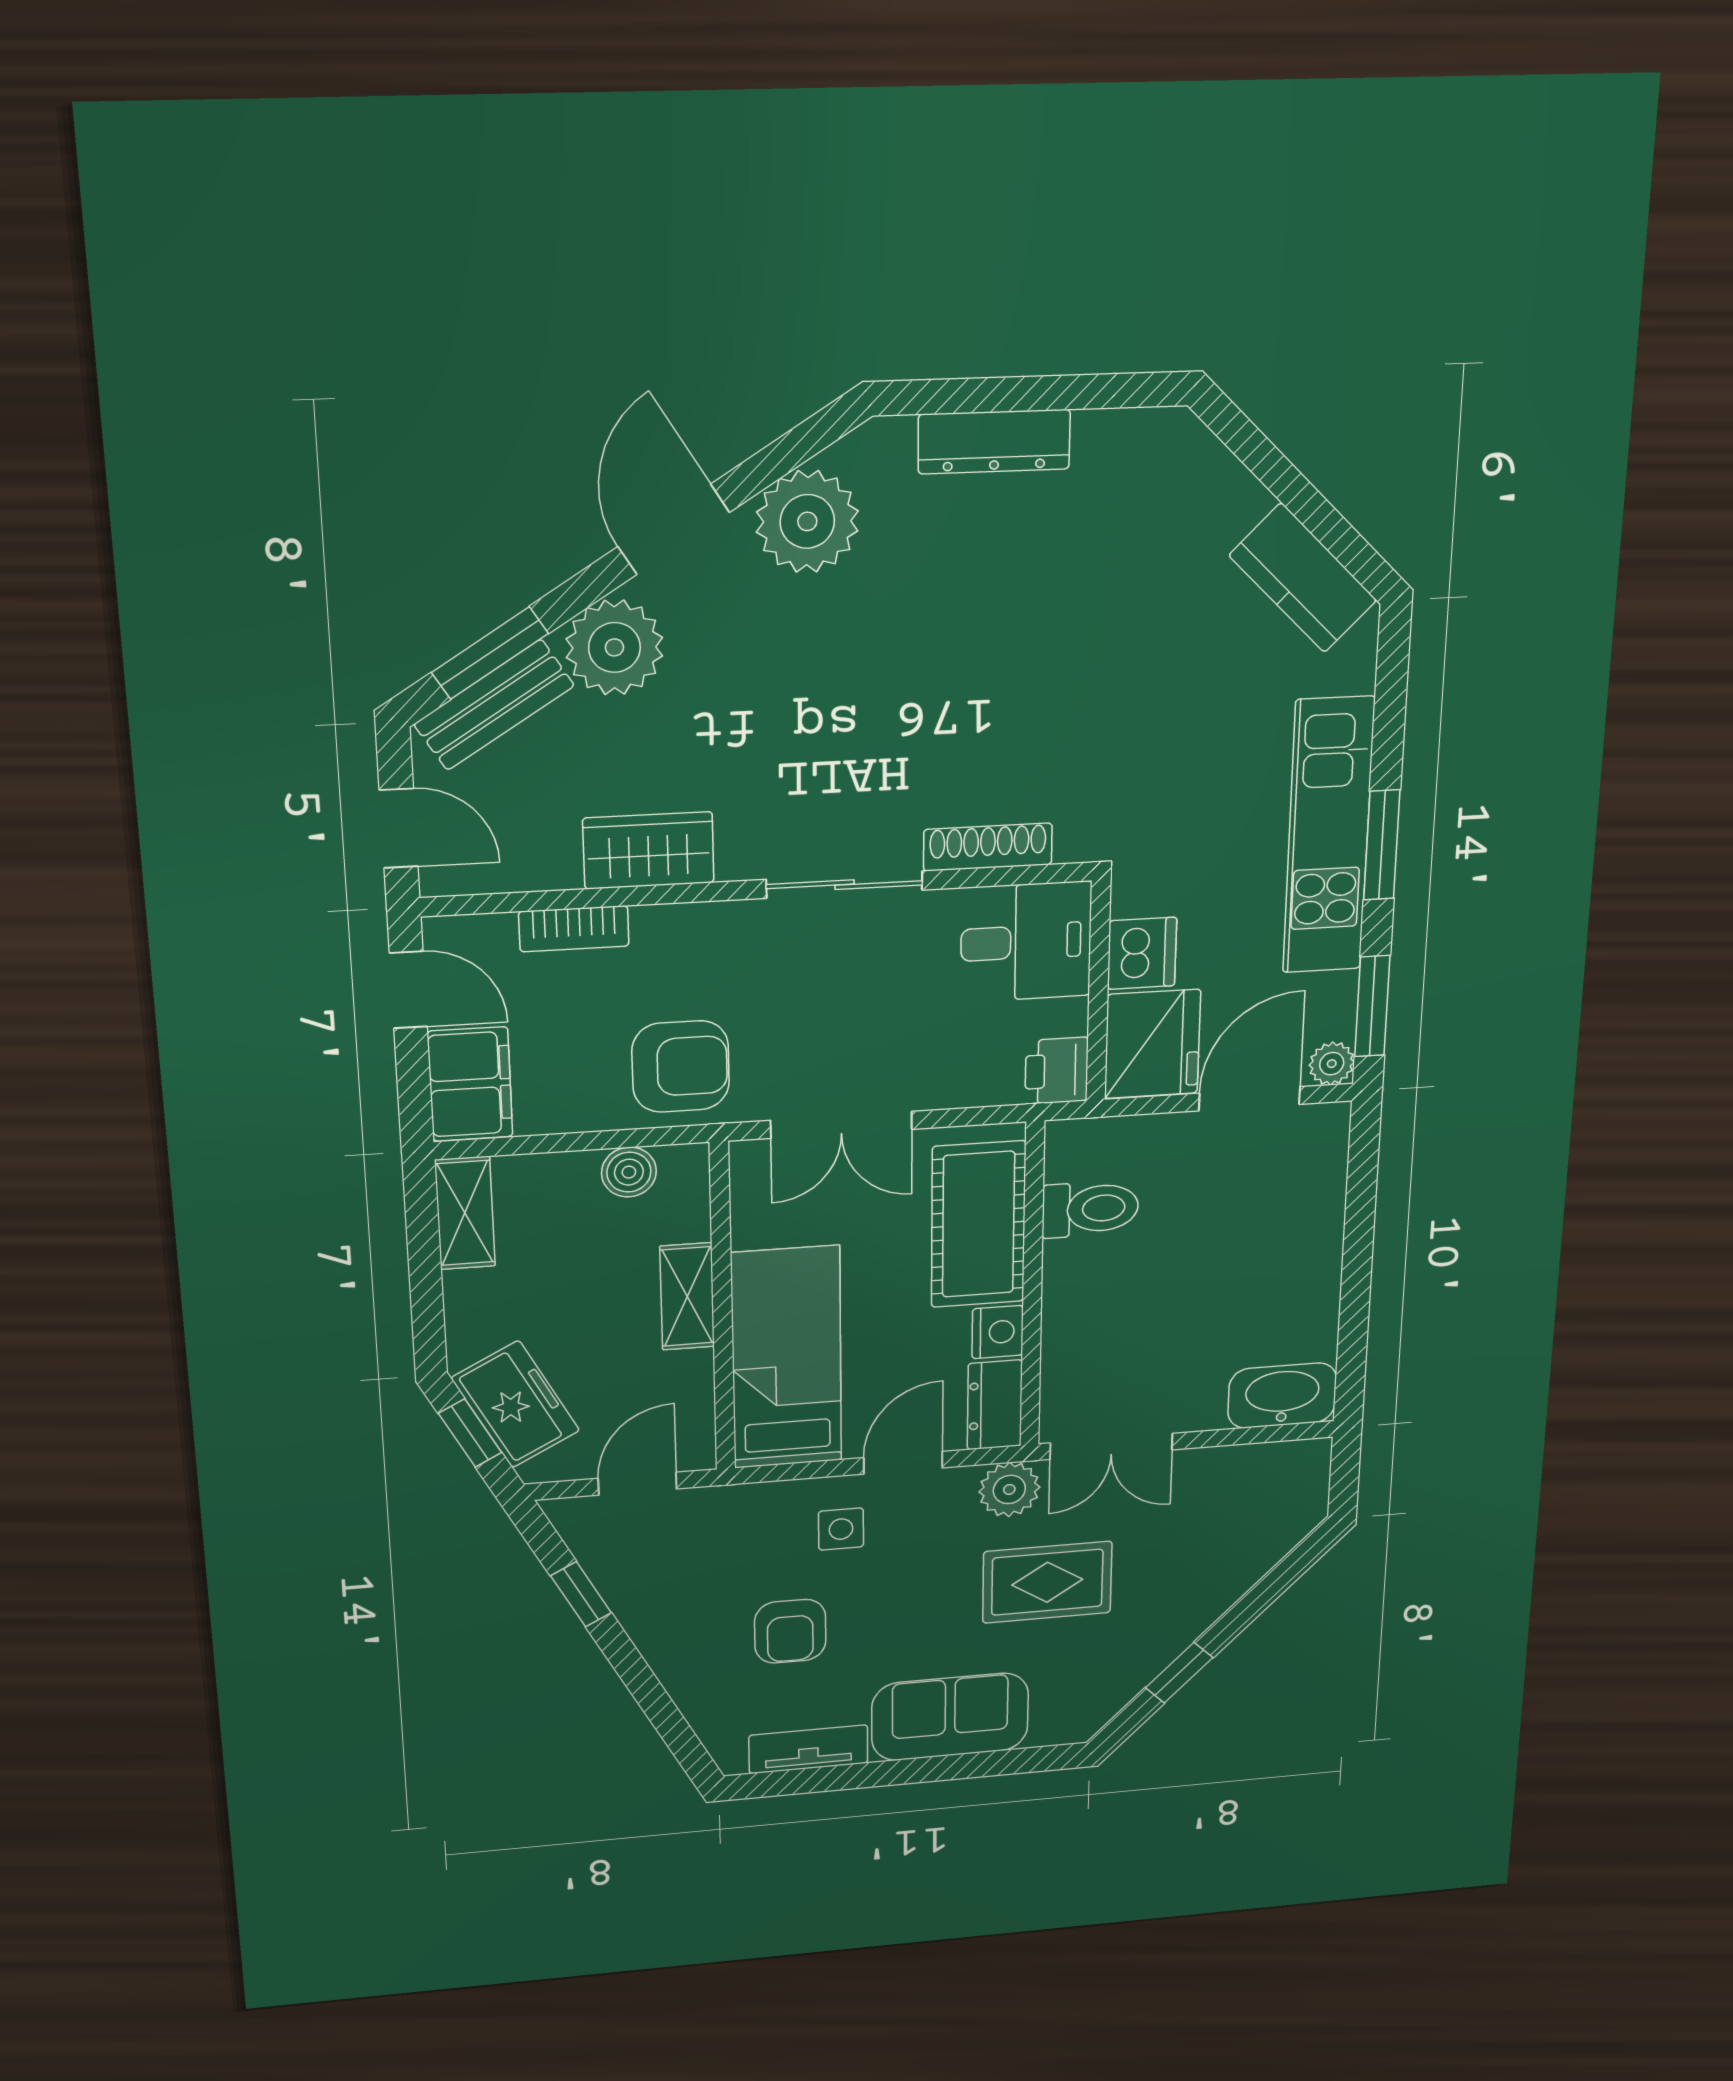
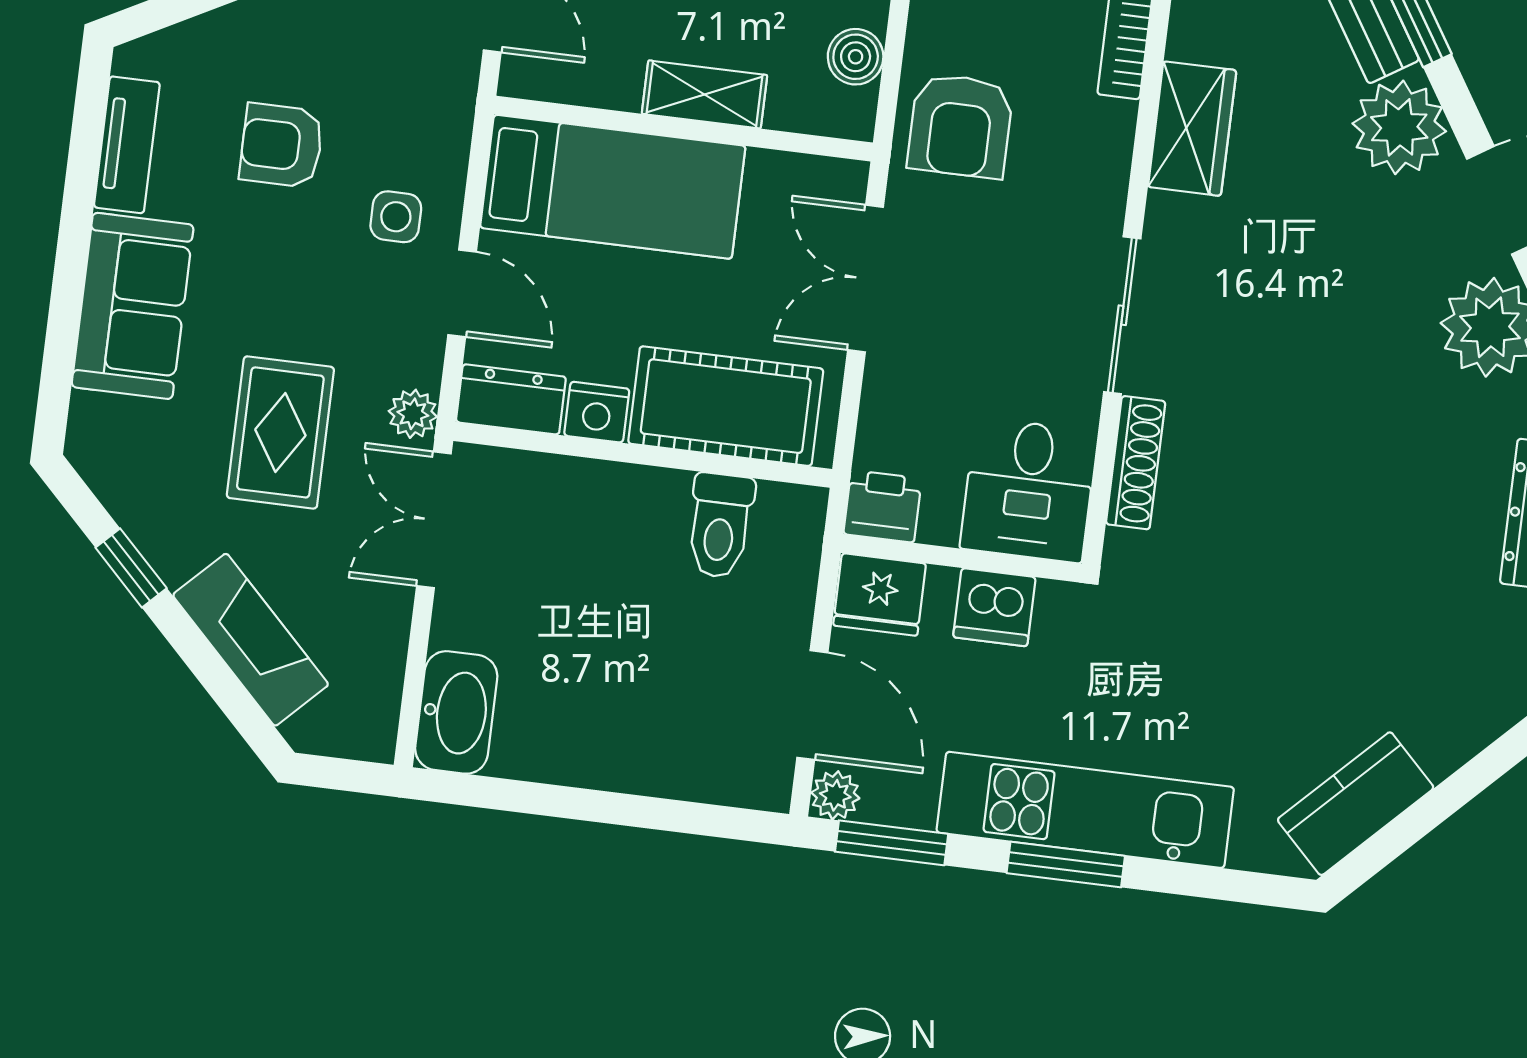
fridge: (1153, 1044) -> (880, 595), width x0.73, depth x0.75
plant: (1009, 1489) -> (413, 414), width x0.73, depth x0.73
fireplace: (1233, 1570) -> (251, 640), added

